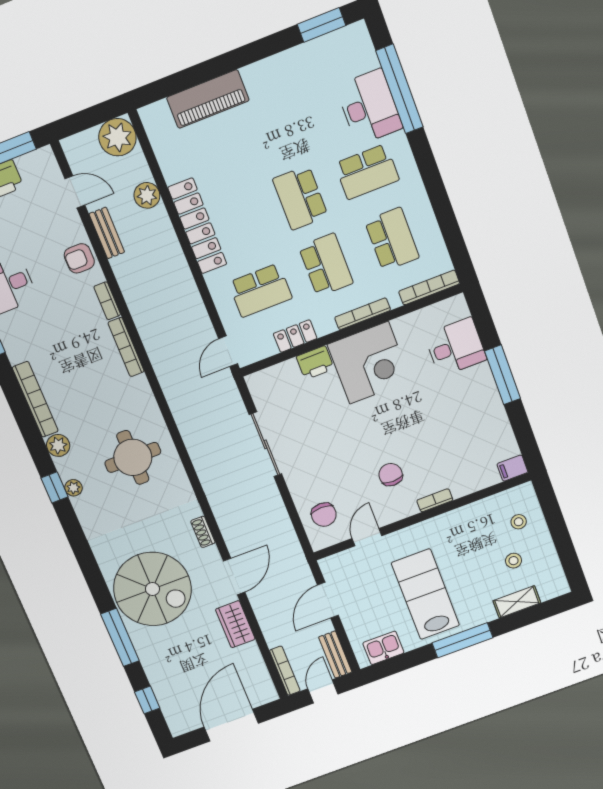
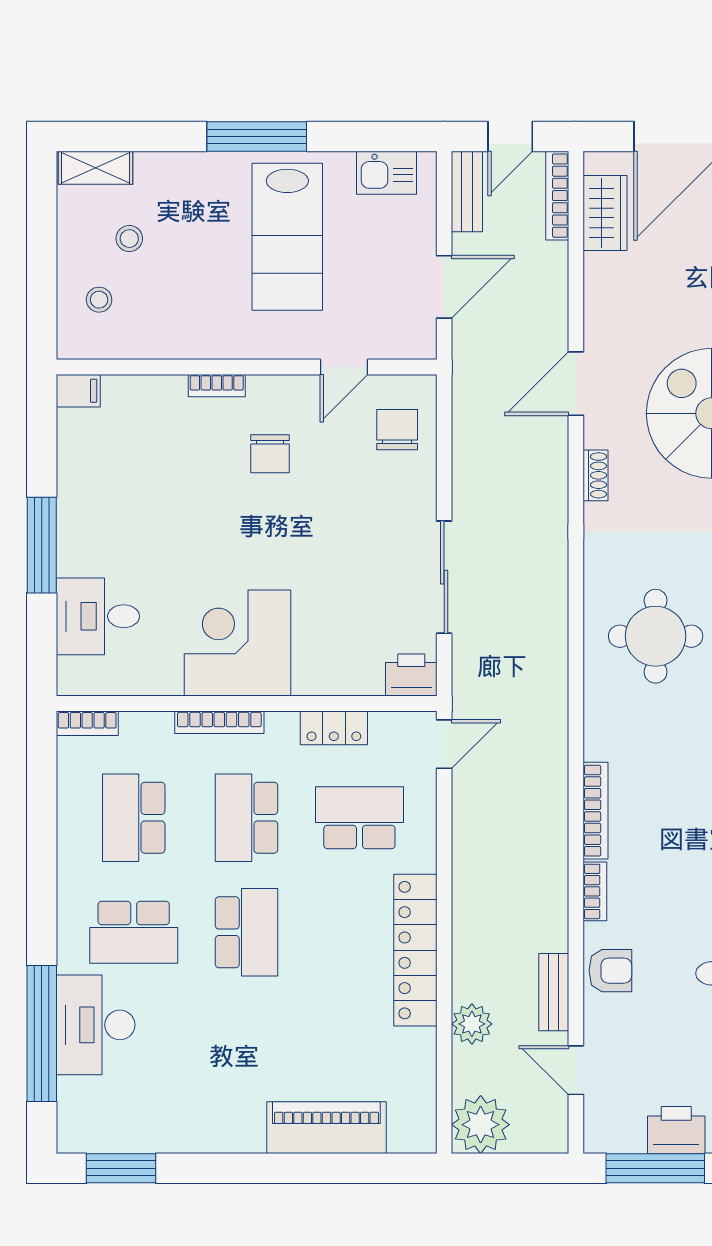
school desk: (367, 172) -> (134, 932), turned 180
bookcase: (429, 287) -> (87, 723), width x0.64
printer: (315, 363) -> (411, 675), moved
shelving: (517, 602) -> (96, 168), moved
wardrobe: (235, 624) -> (605, 213), moved

